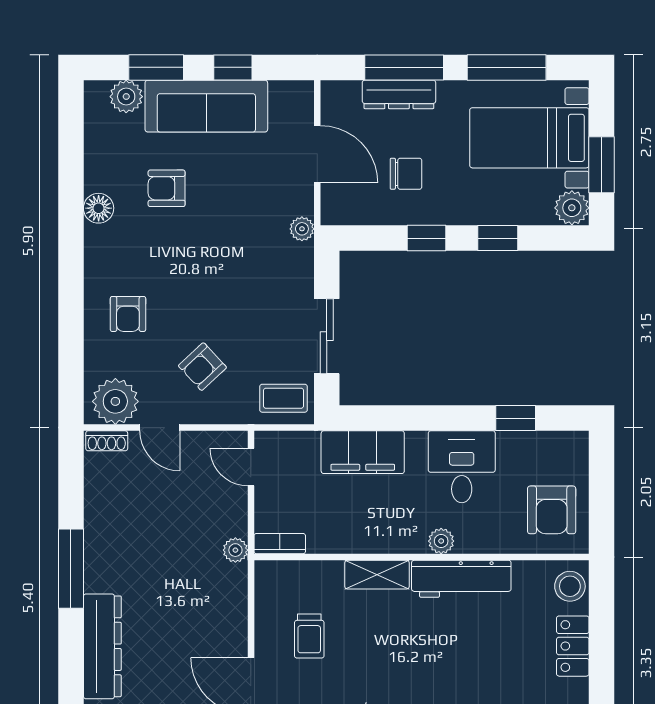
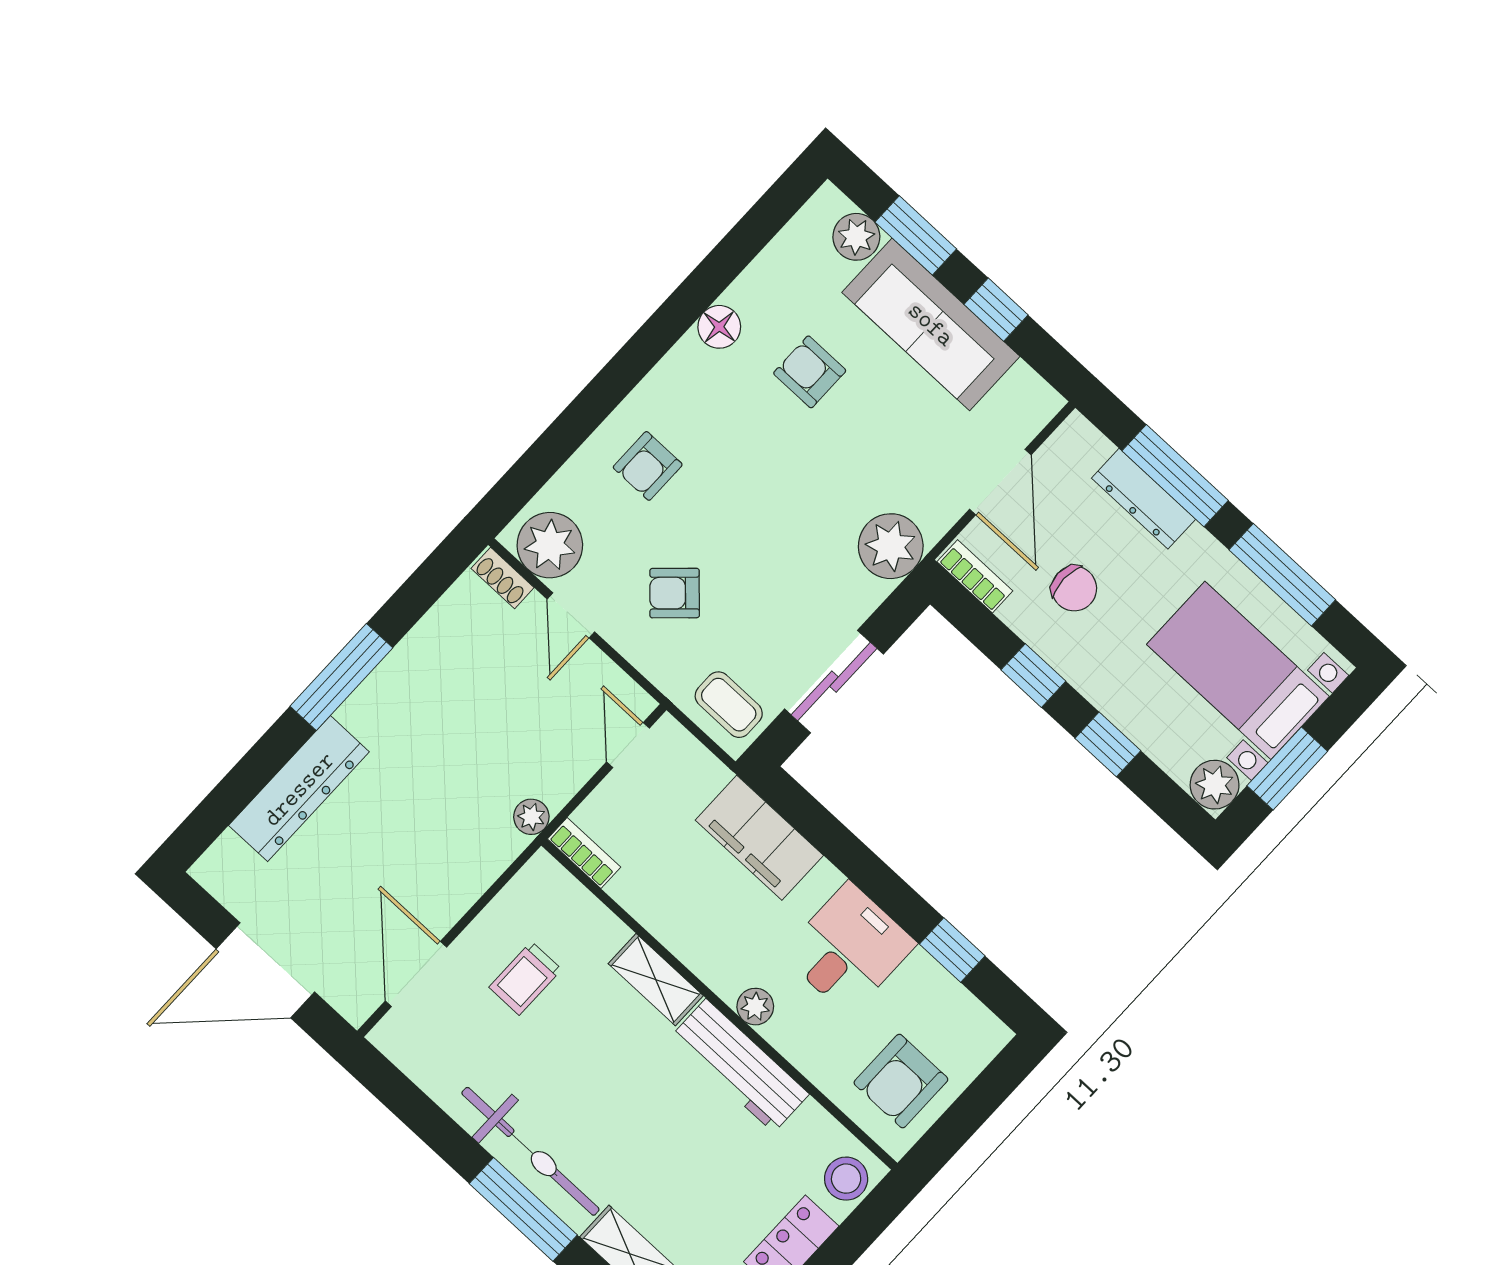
bookcase: (349, 215) -> (975, 576), added
plant: (302, 229) -> (891, 546), width x1.88, depth x1.88

